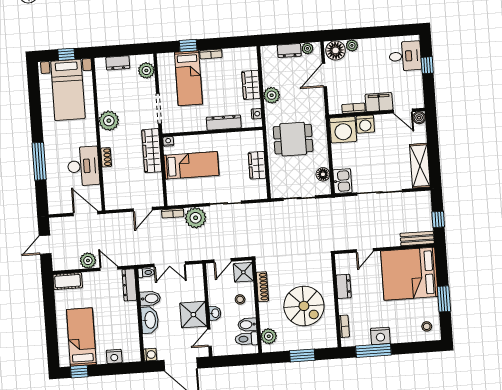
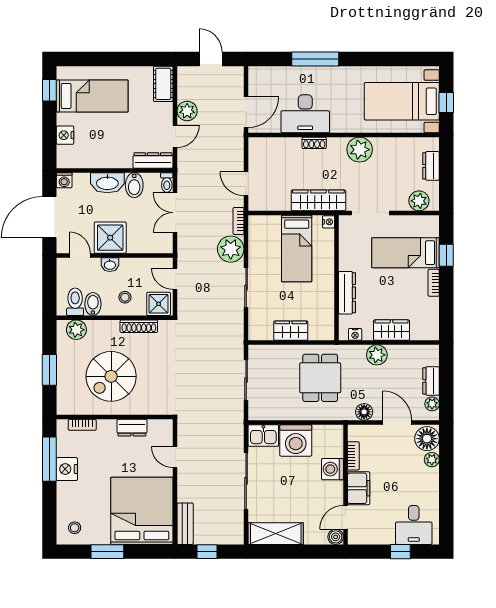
washing machine: (343, 130) -> (296, 440), moved, turned -90
floor lamp: (323, 174) -> (364, 412), moved

